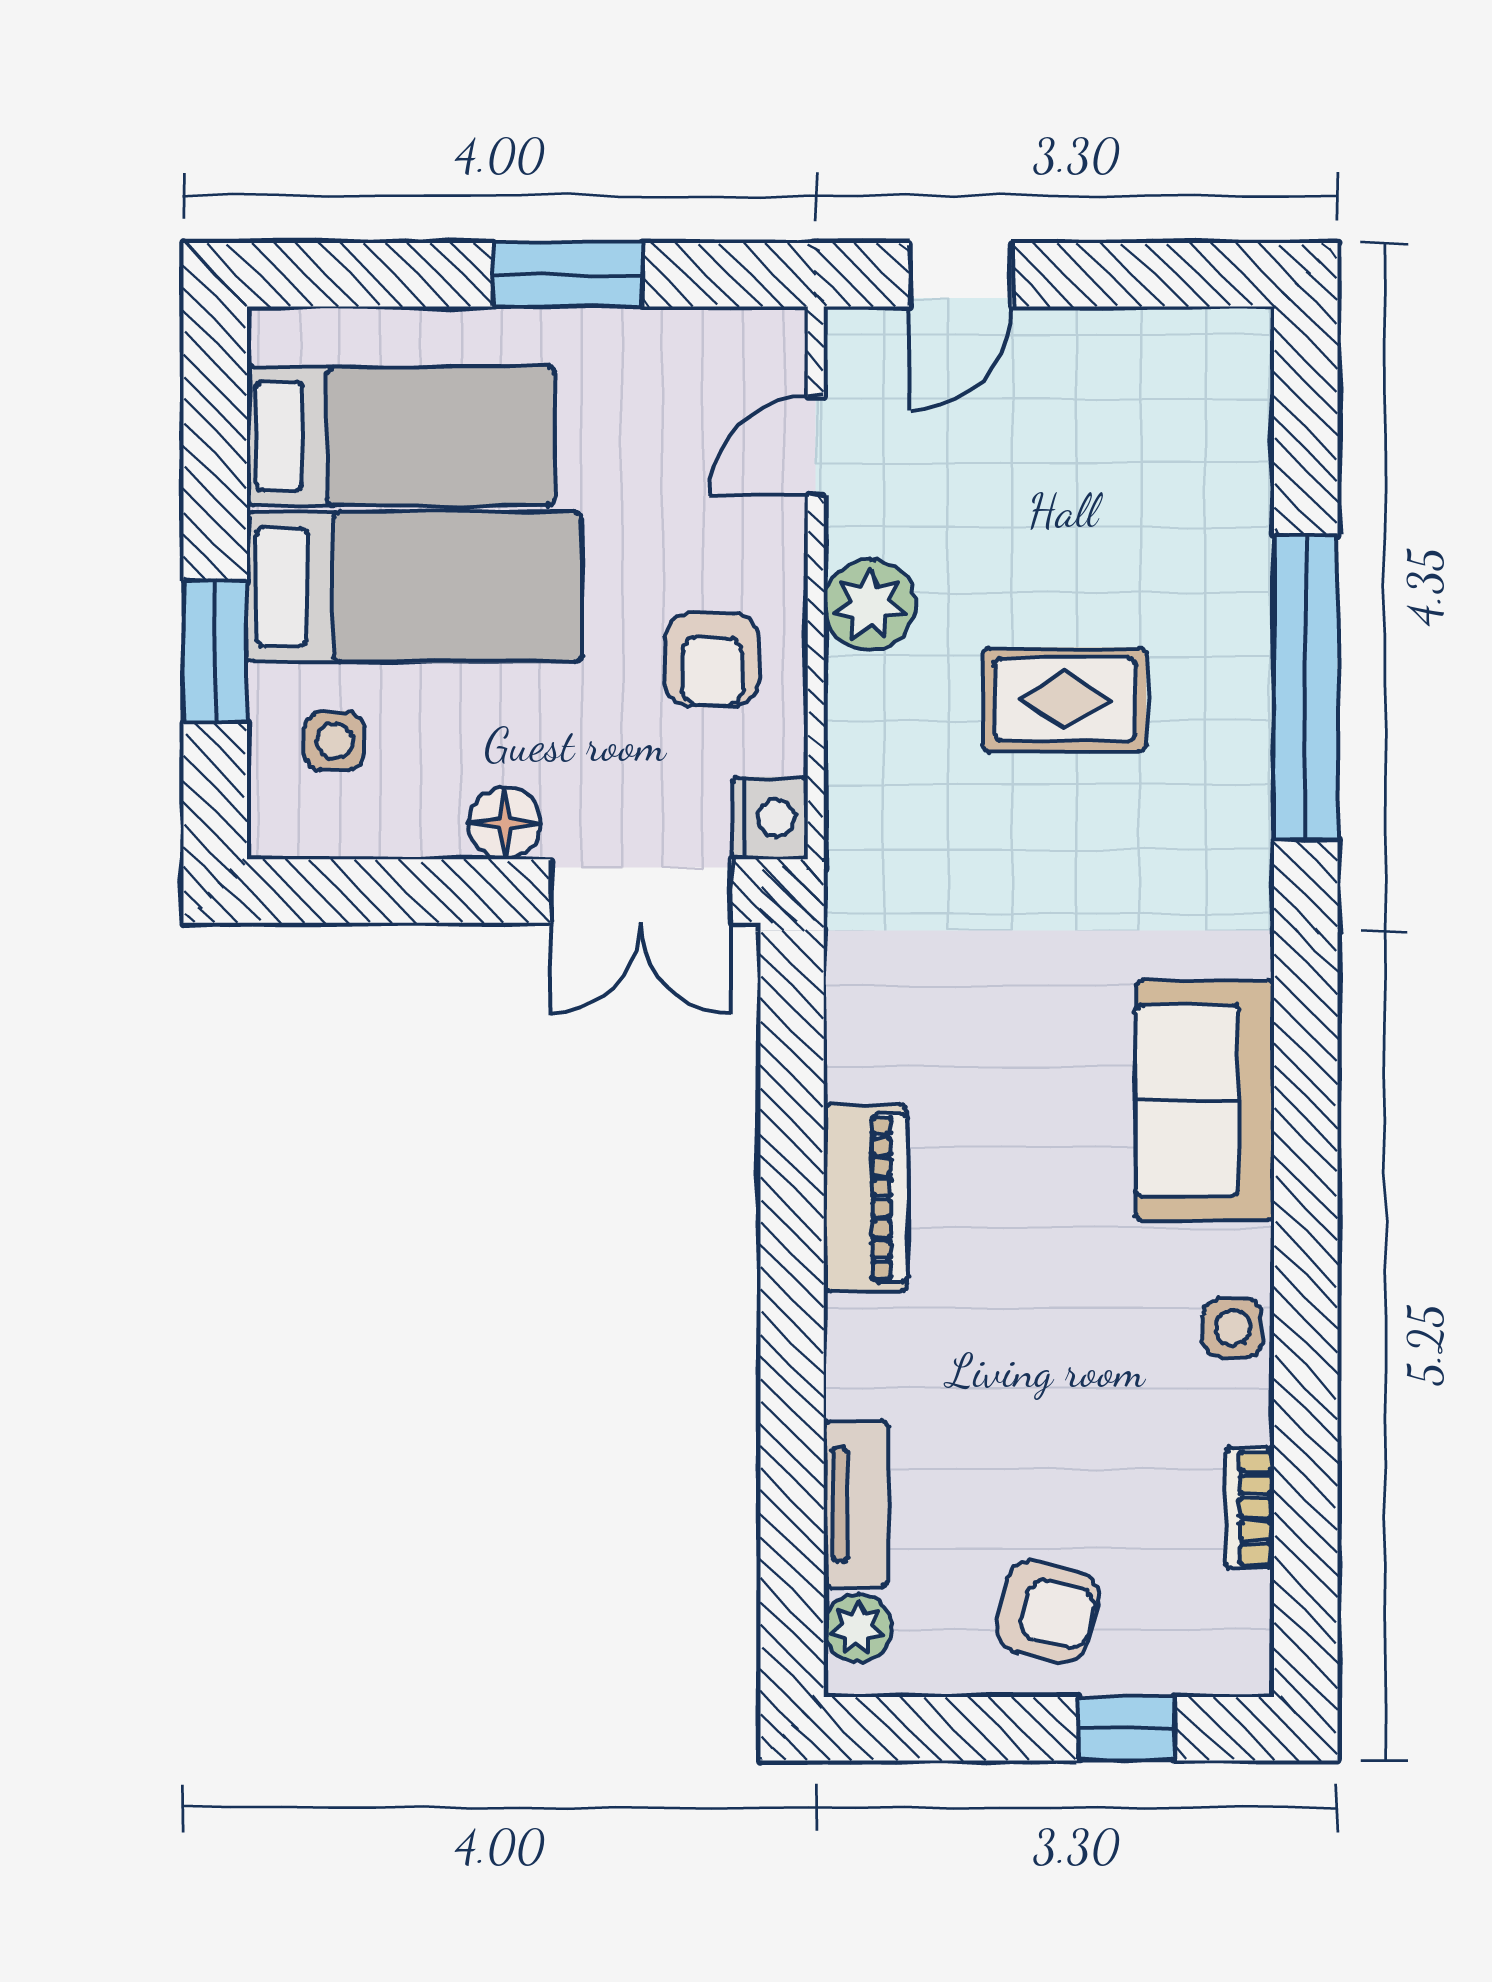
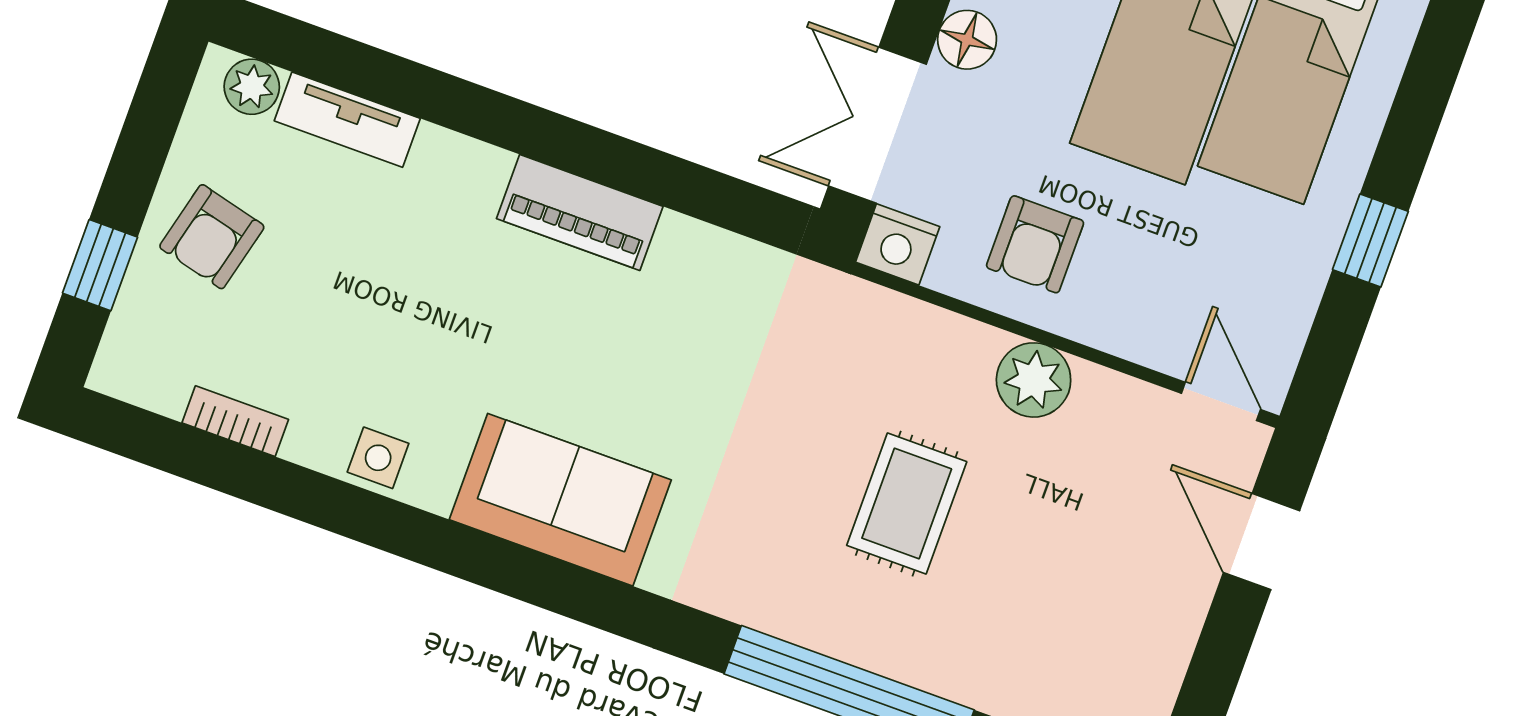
window: (568, 275) -> (1370, 240), width x0.67
door: (816, 446) -> (1221, 401), moved
armchair: (712, 660) -> (1035, 244), turned -90

